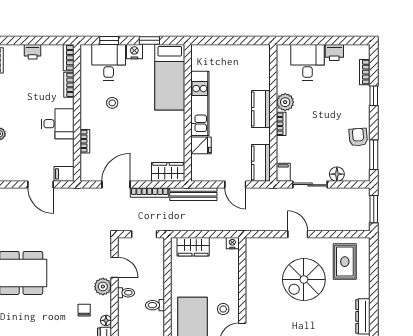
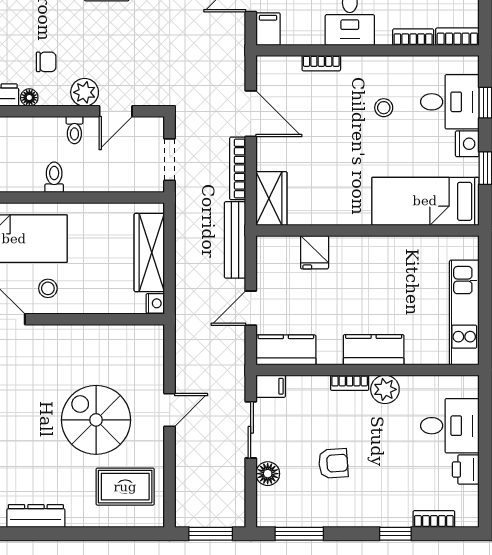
kitchen unit: (200, 103) -> (464, 313), moved, turned 90
armchair: (358, 137) -> (333, 463), moved
wardrobe: (193, 247) -> (149, 252), width x1.50

